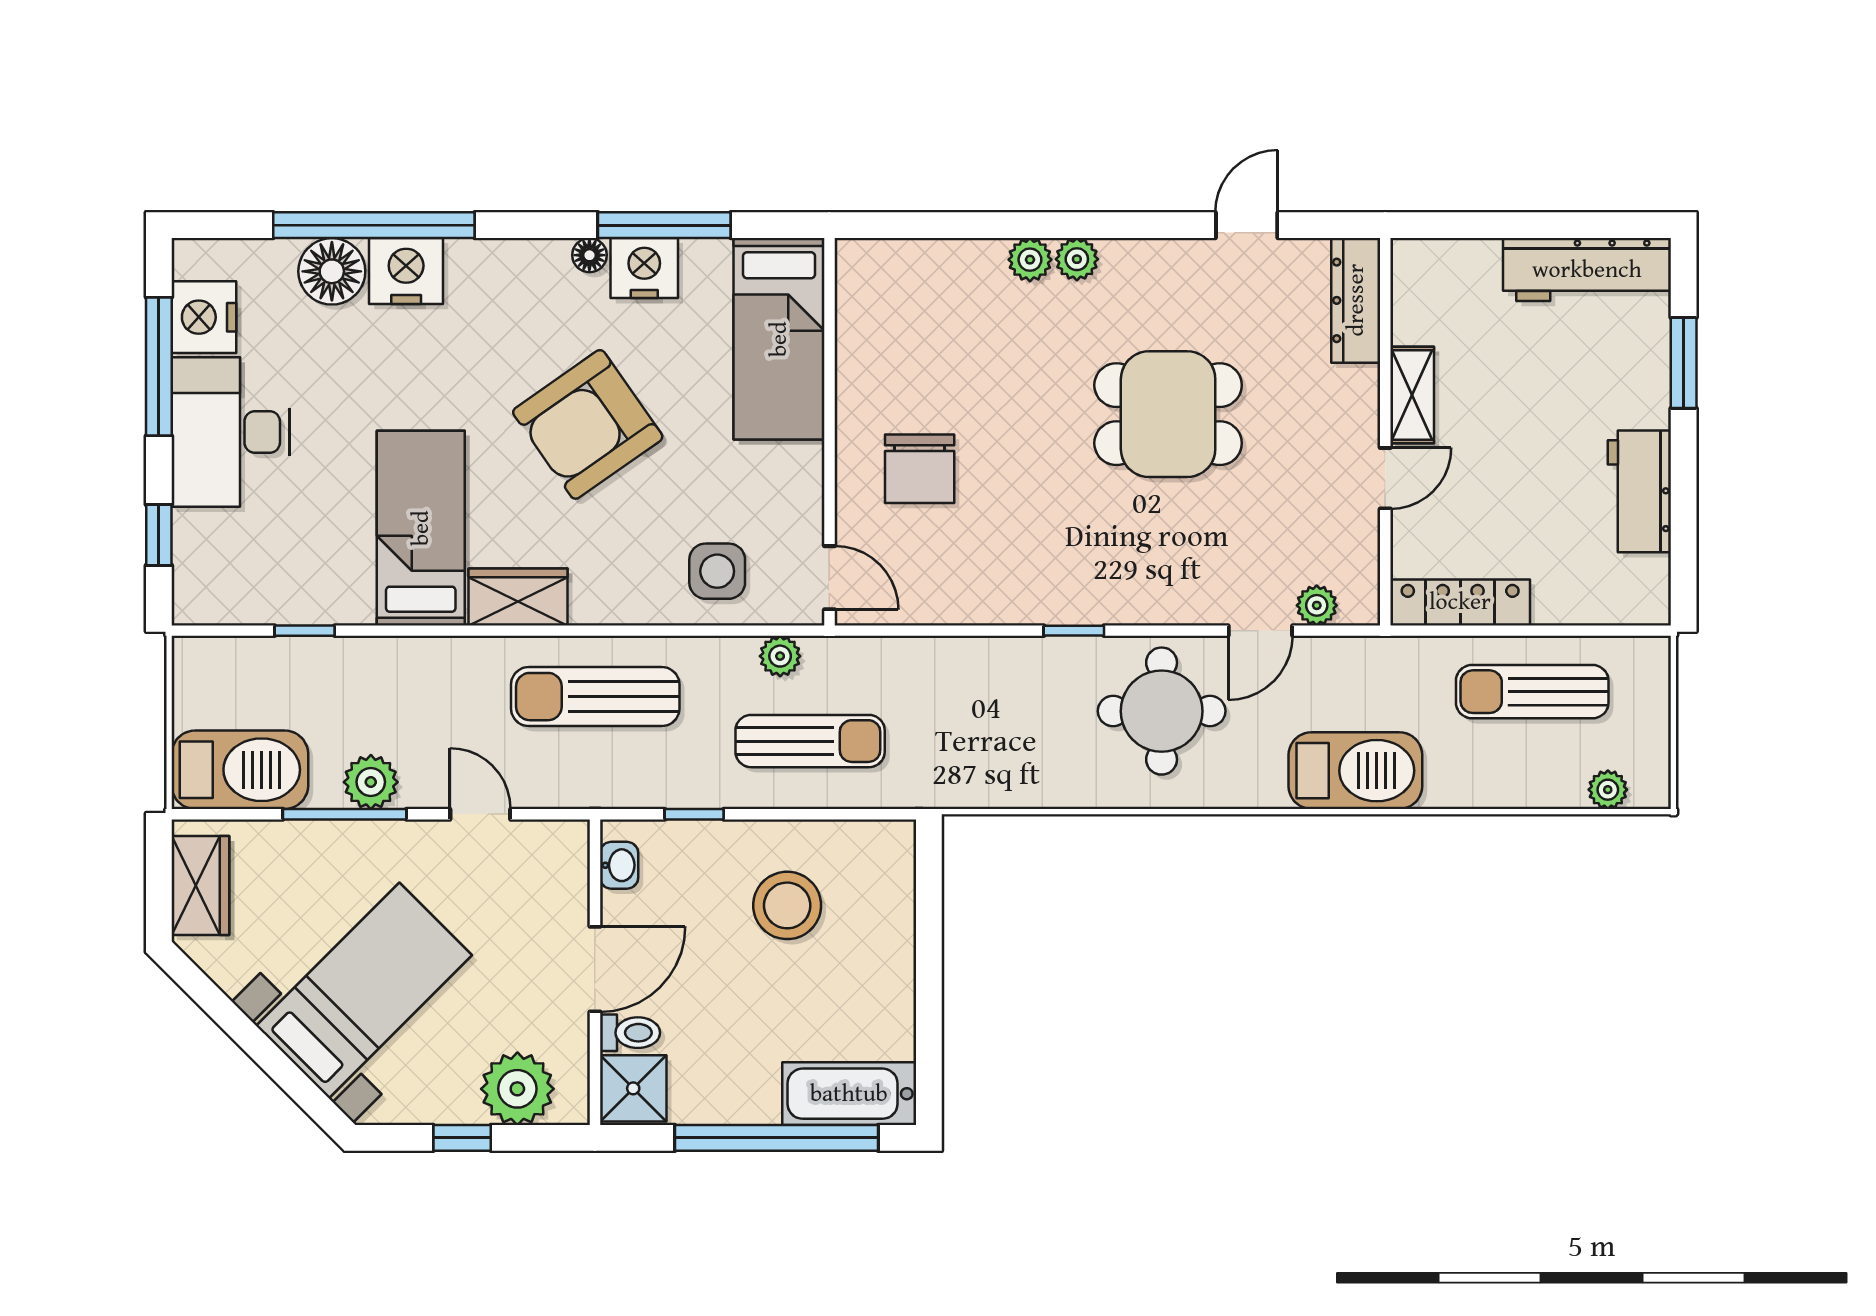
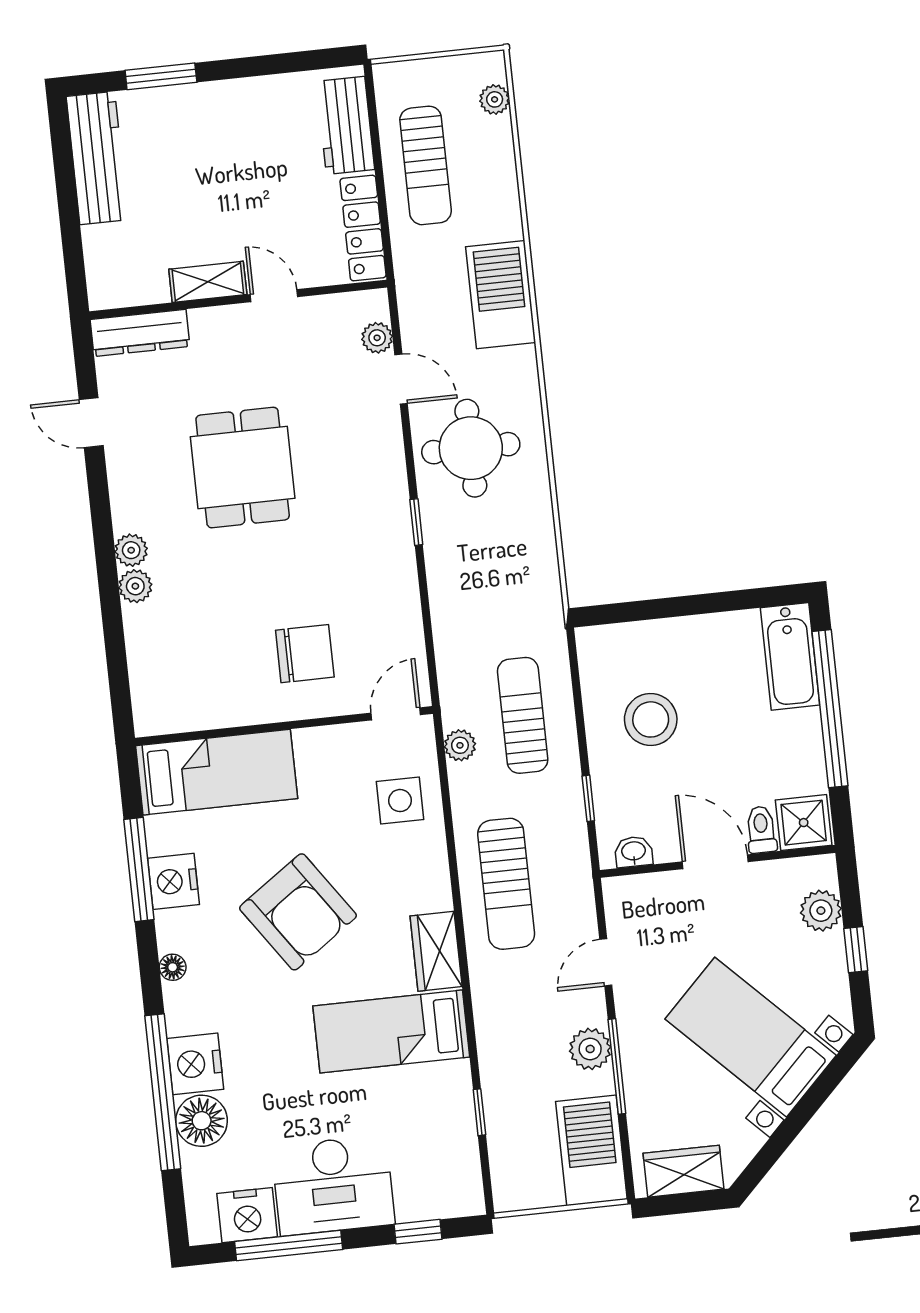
floor lamp: (589, 255) -> (173, 967), moved
workbench: (1639, 491) -> (346, 125), moved, turned 90
plant: (517, 1089) -> (821, 911), width x0.73, depth x0.73

